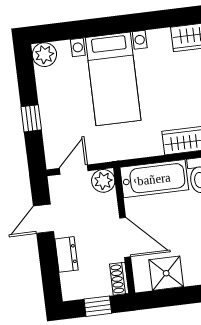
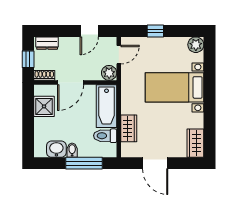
door: (74, 170) -> (119, 55), hinge flipped
door: (44, 219) -> (89, 31), swing flipped
dresser: (66, 254) -> (47, 43), moved

